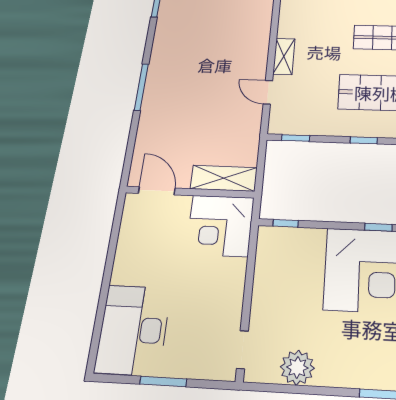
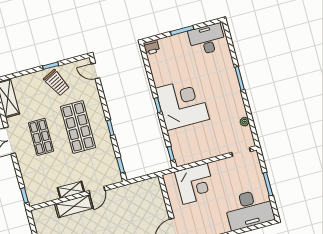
shelving: (224, 178) -> (74, 206), moved, turned 90
corner desk: (220, 226) -> (195, 184), moved
plant: (297, 368) -> (245, 122), width x0.53, depth x0.53

